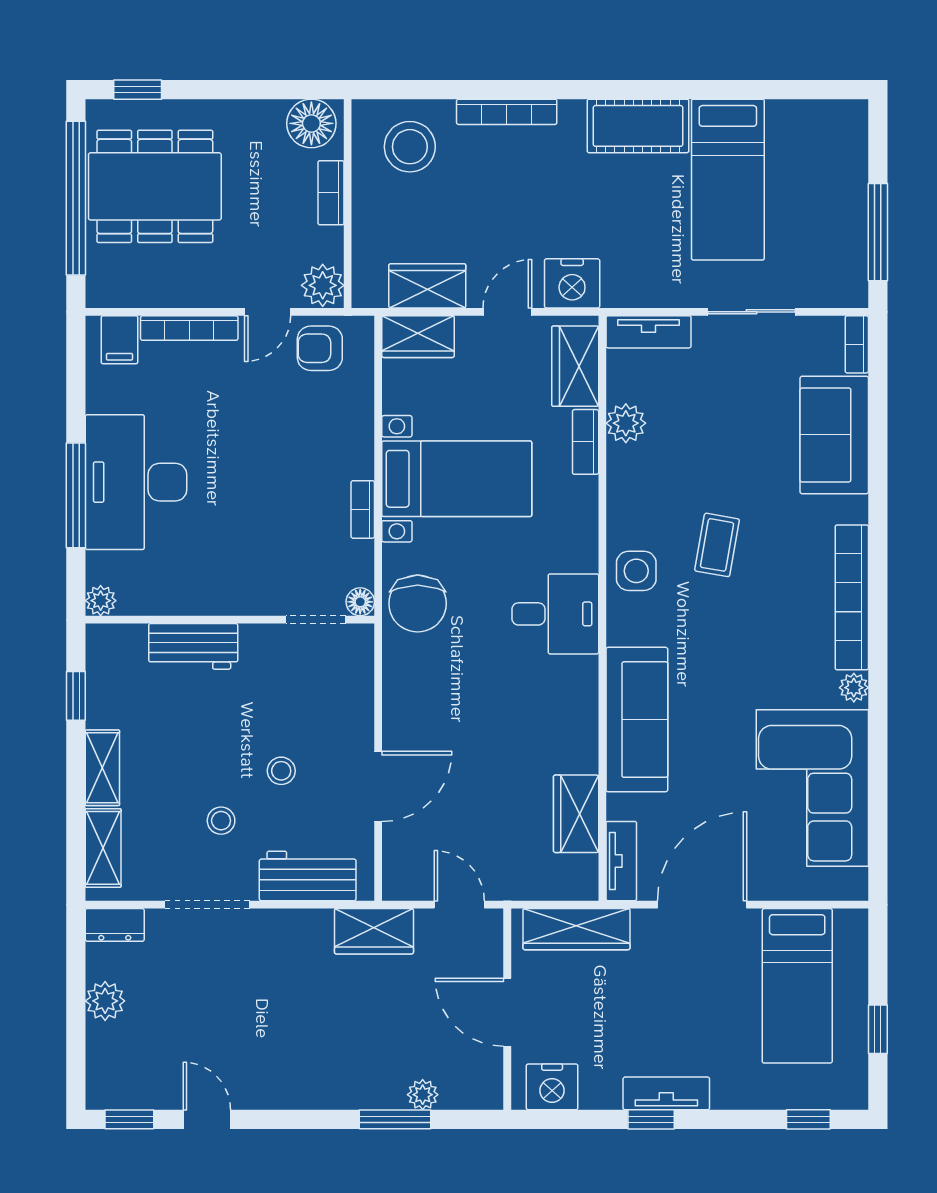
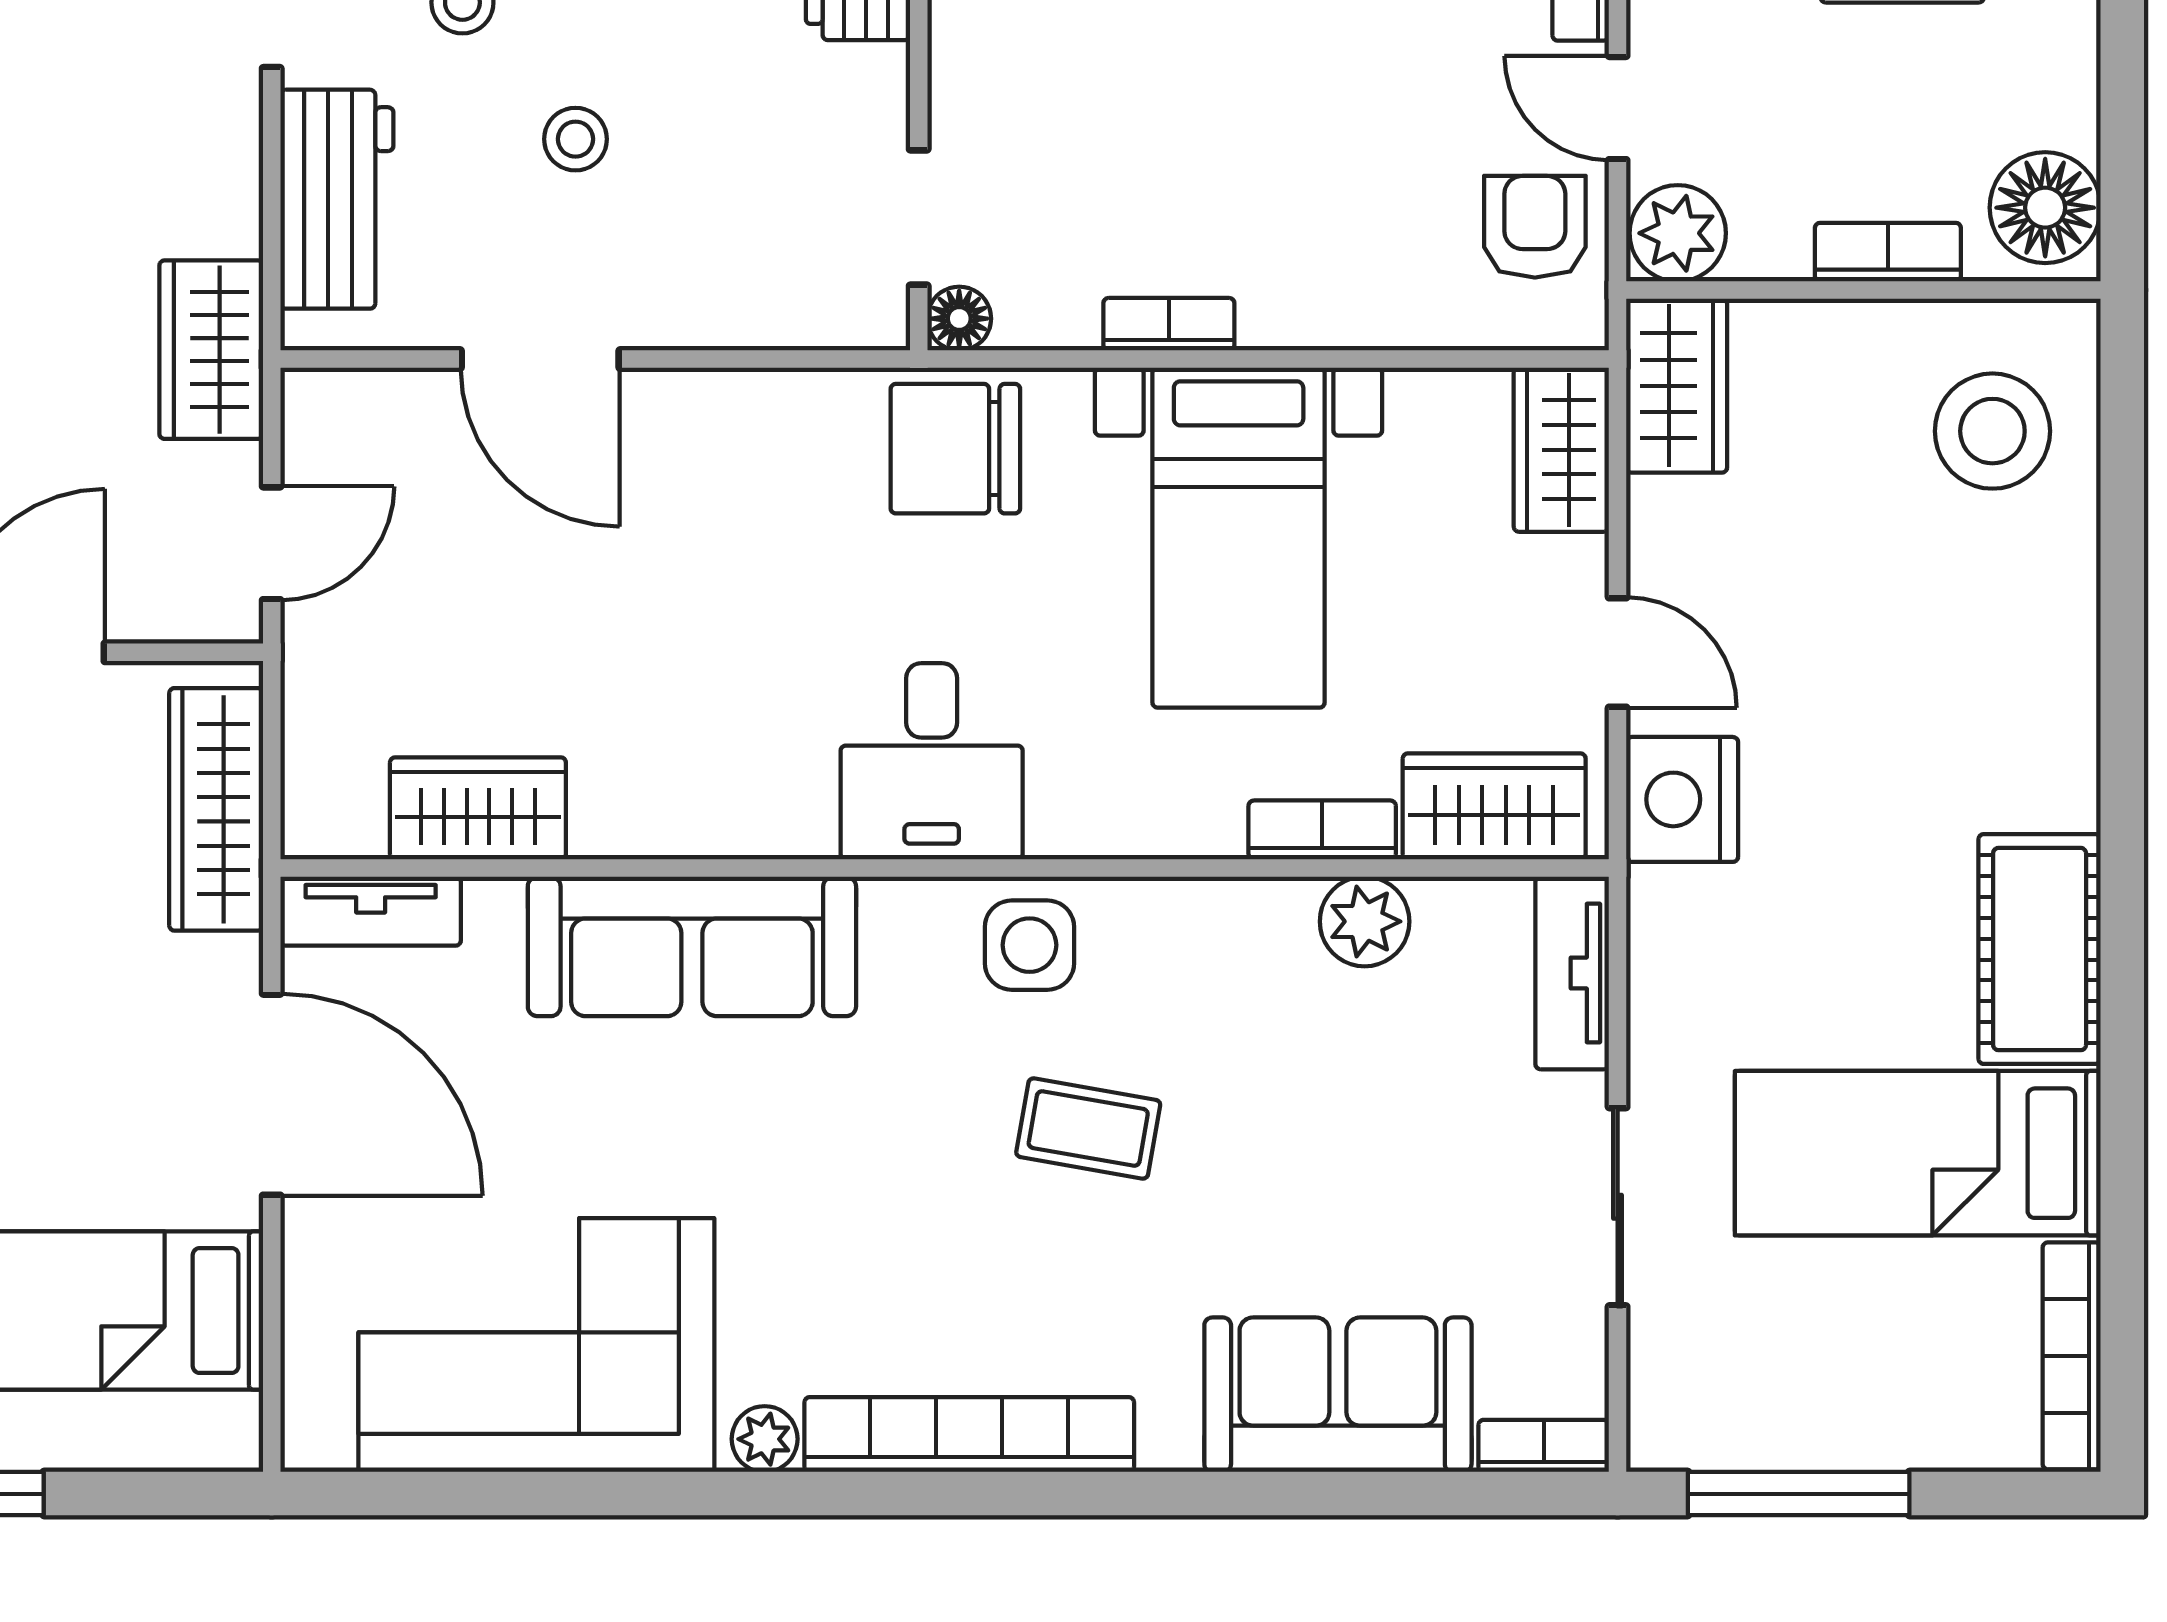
bookcase: (507, 112) -> (2072, 1356), moved
wardrobe: (427, 286) -> (1677, 386), moved

